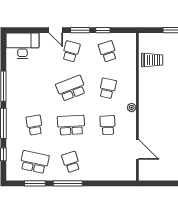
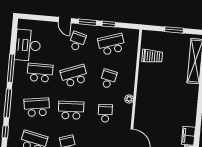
desk: (22, 46) -> (28, 45), moved, turned -90
school desk: (108, 51) -> (111, 44), width x1.85
school desk: (34, 88) -> (40, 73), added
school desk: (34, 125) -> (37, 107), width x1.85

